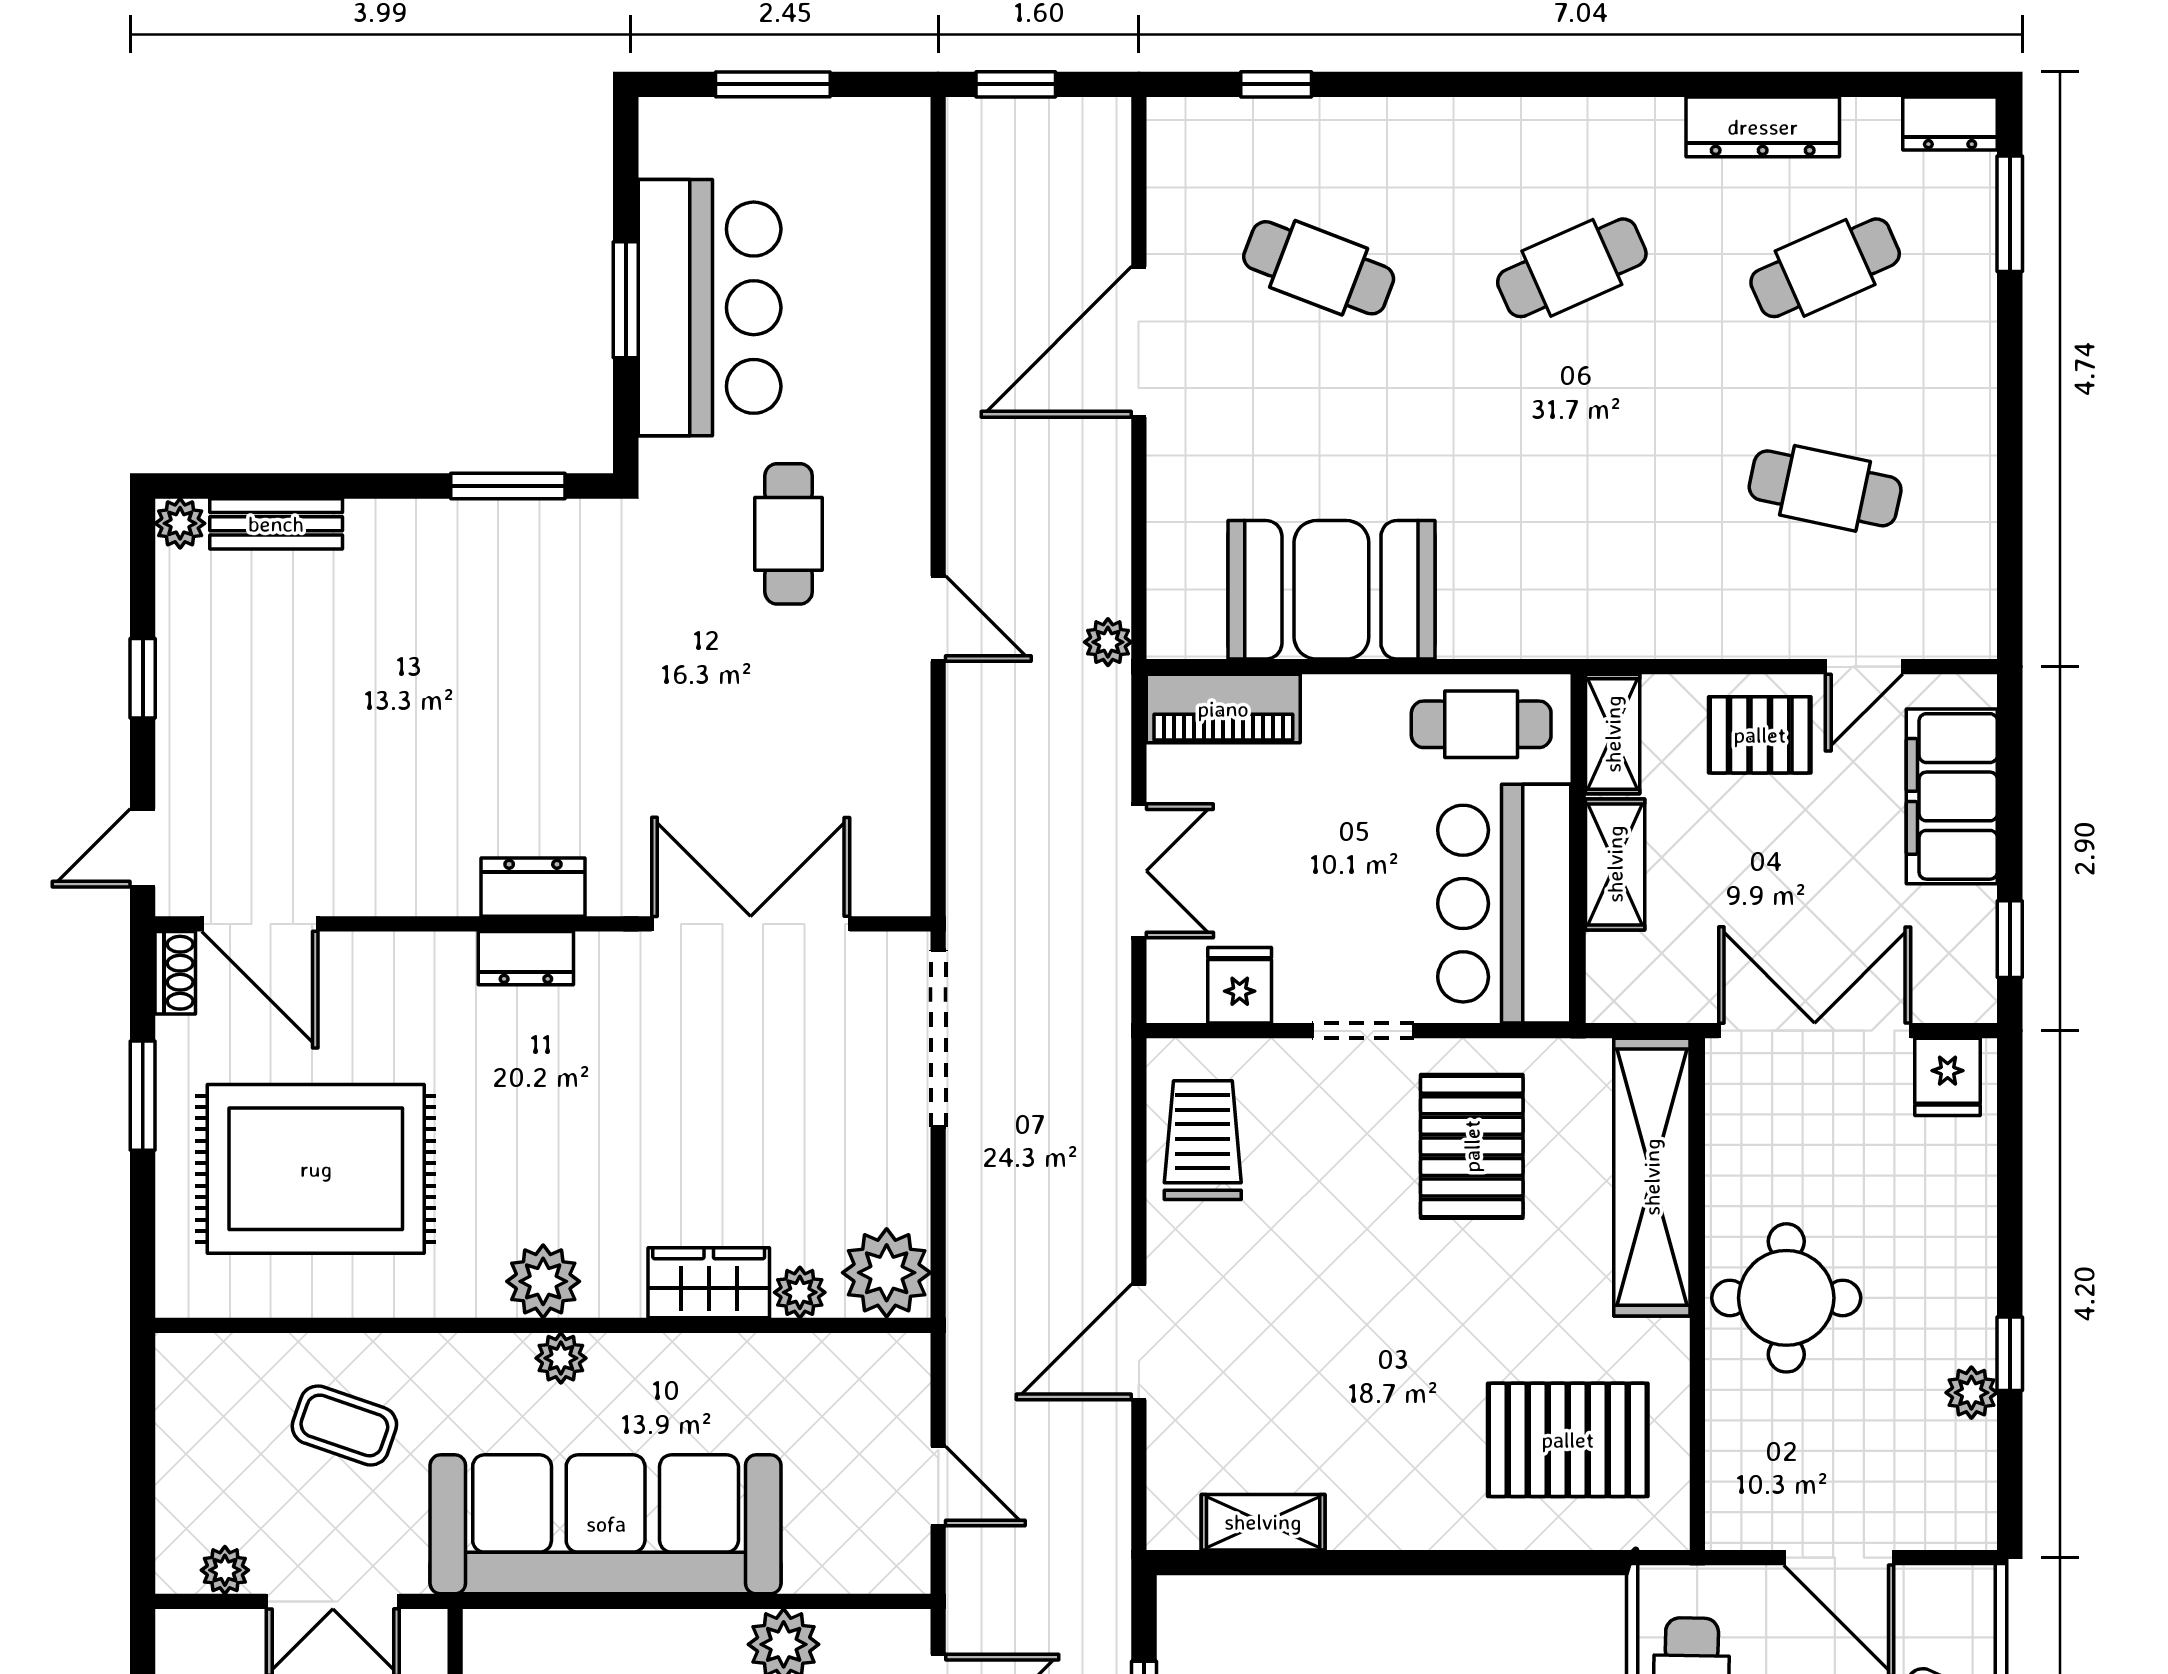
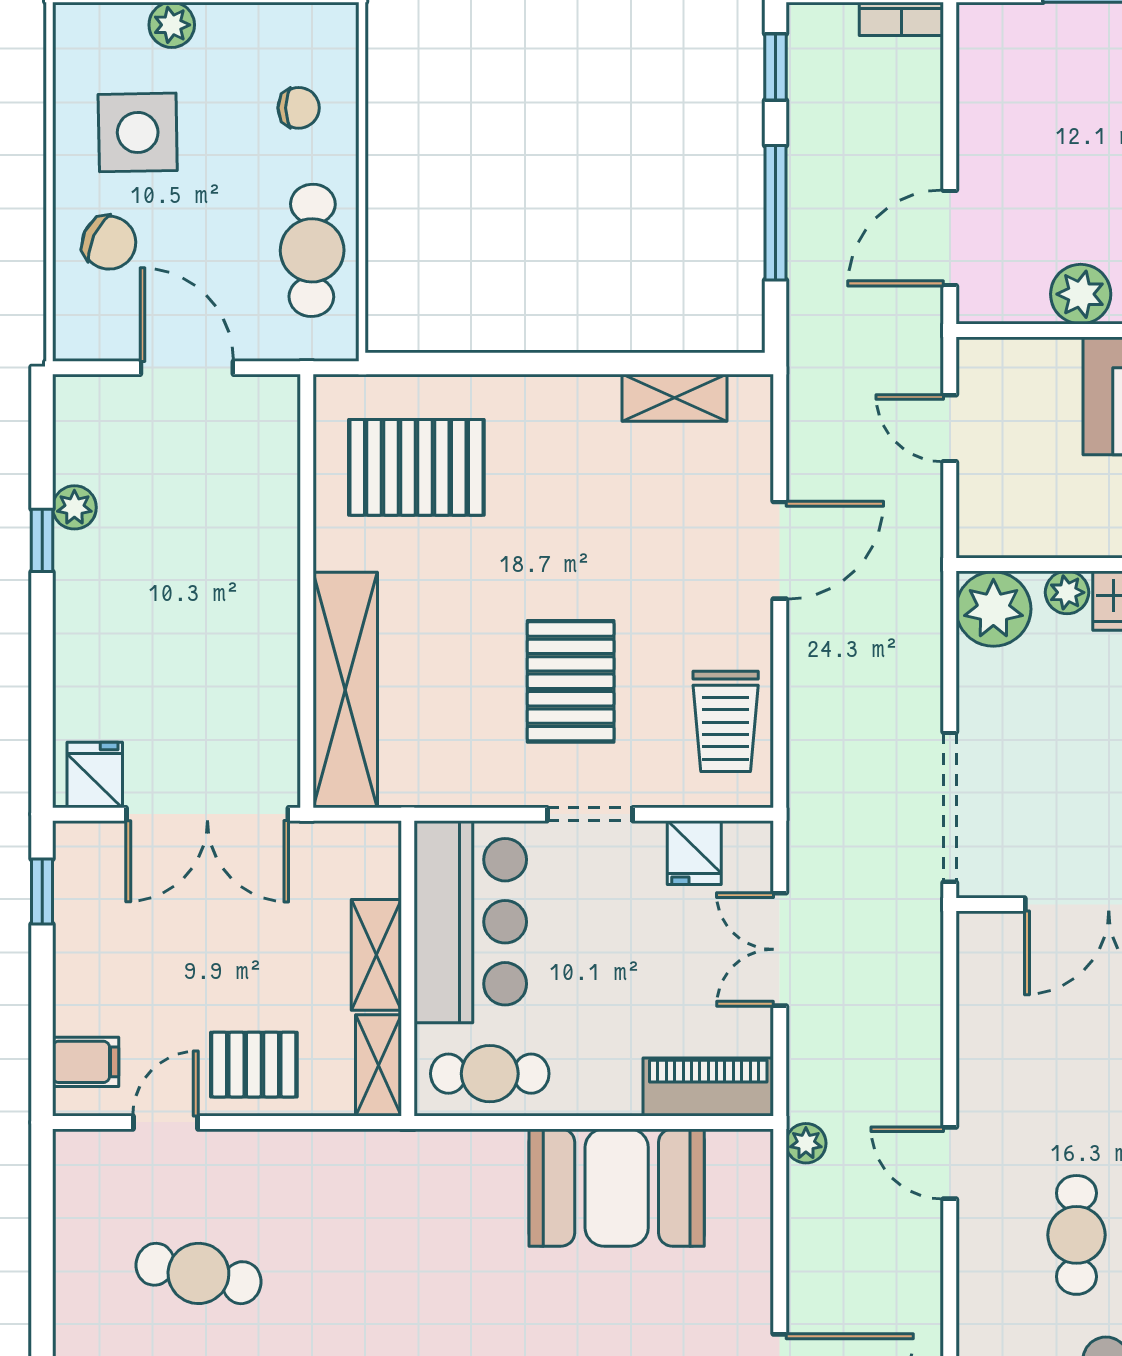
filing cabinet: (1952, 796) -> (86, 1062), width x0.33, depth x0.86
pallet: (1472, 1146) -> (571, 681), moved
round table: (1786, 1298) -> (231, 588), removed

